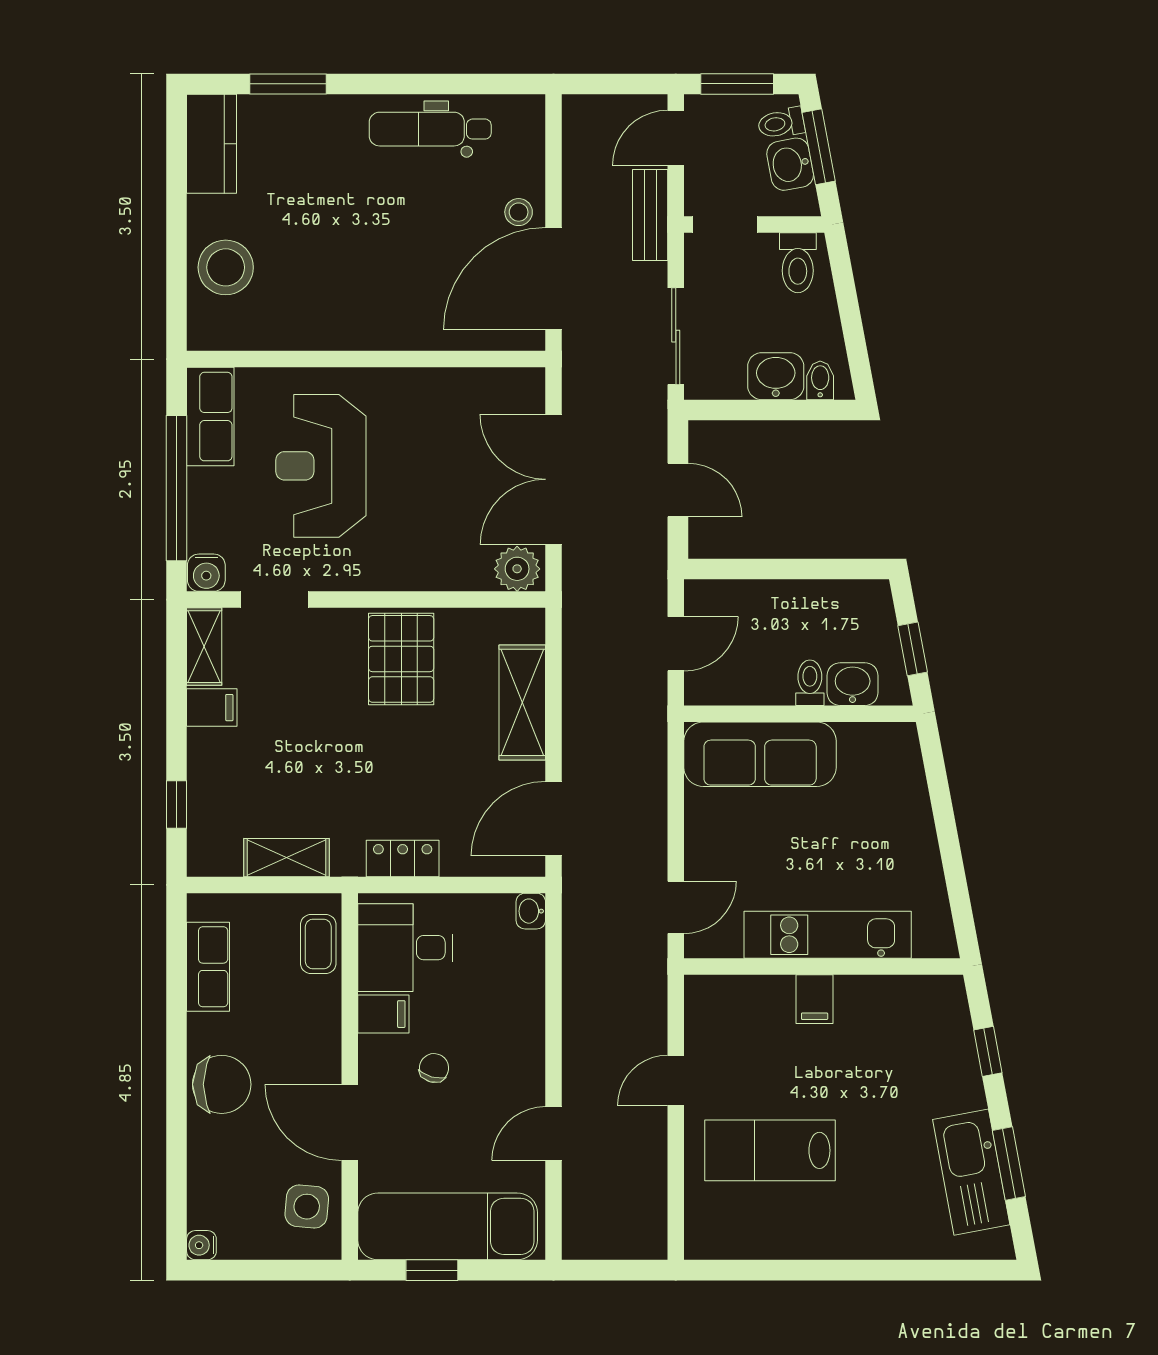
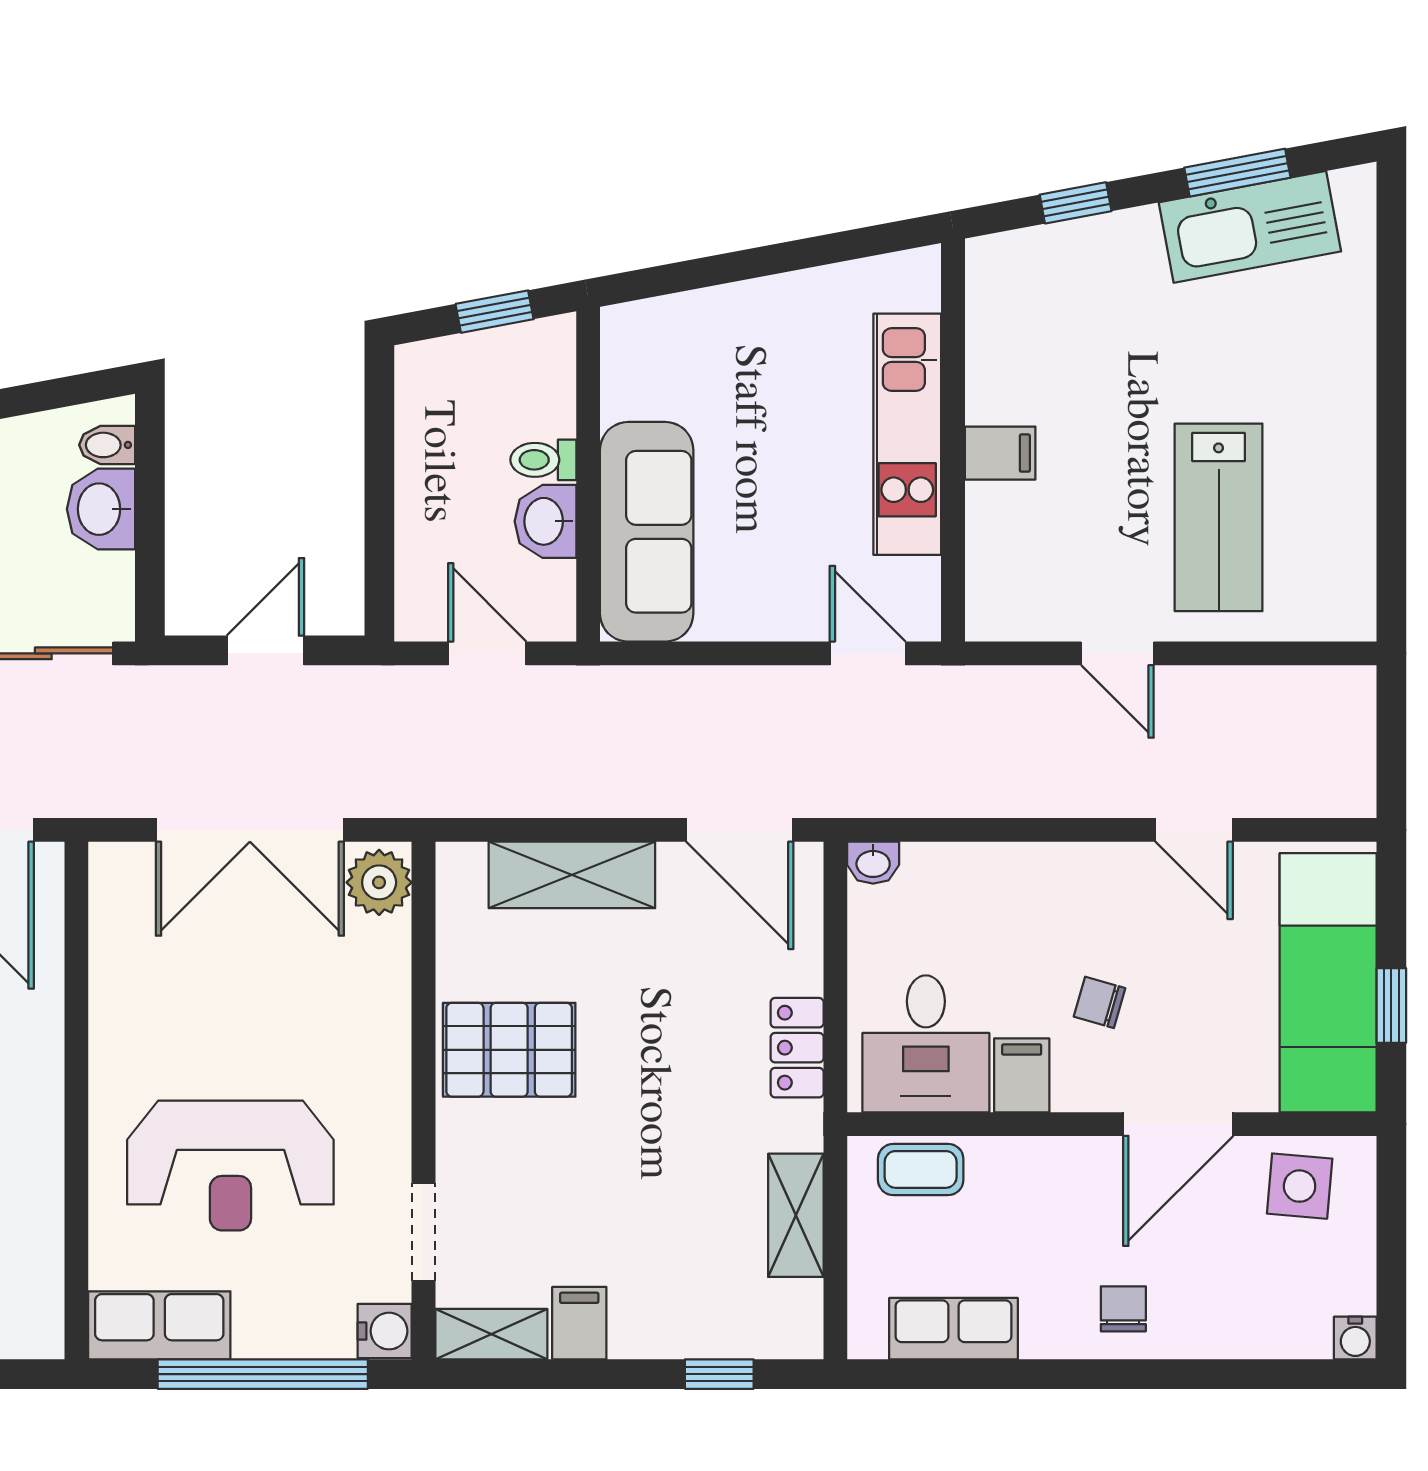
washbasin: (853, 684) -> (546, 521), moved
chair: (222, 1084) -> (1123, 1309), width x0.54, depth x0.54

